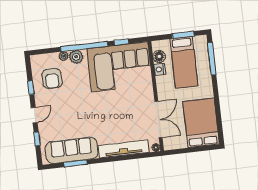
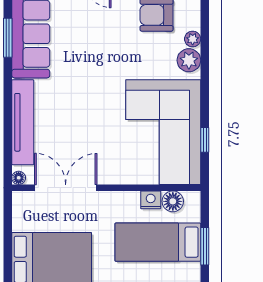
window: (84, 46) -> (205, 76), removed
double door: (159, 120) -> (66, 188), swing flipped

